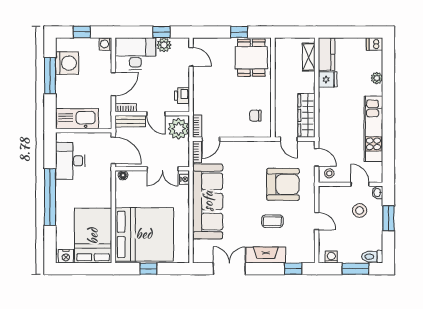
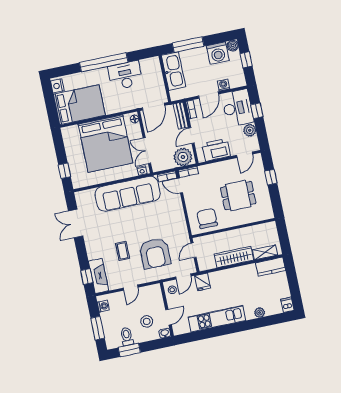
window: (161, 32) -> (257, 111), moved
window: (239, 32) -> (271, 177), moved
boiler: (62, 44) -> (233, 46), added
washing machine: (105, 44) -> (223, 85), moved
dining table: (251, 58) -> (238, 196), moved
window: (50, 76) -> (188, 45), moved
fridge: (328, 79) -> (203, 282), moved
door: (113, 84) -> (208, 95), hinge flipped
printer: (182, 96) -> (216, 150), width x1.87, depth x1.48
wardrobe: (306, 115) -> (234, 257), moved
chair: (255, 116) -> (207, 218), width x1.87, depth x1.87
desk: (70, 161) -> (125, 75), moved
window: (388, 218) -> (129, 350), moved
bed: (144, 234) -> (105, 144), moved
fireplace: (266, 255) -> (99, 276), moved
toilet: (372, 257) -> (127, 337), moved
window: (148, 269) -> (64, 171), moved
double door: (229, 269) -> (76, 224), swing flipped

